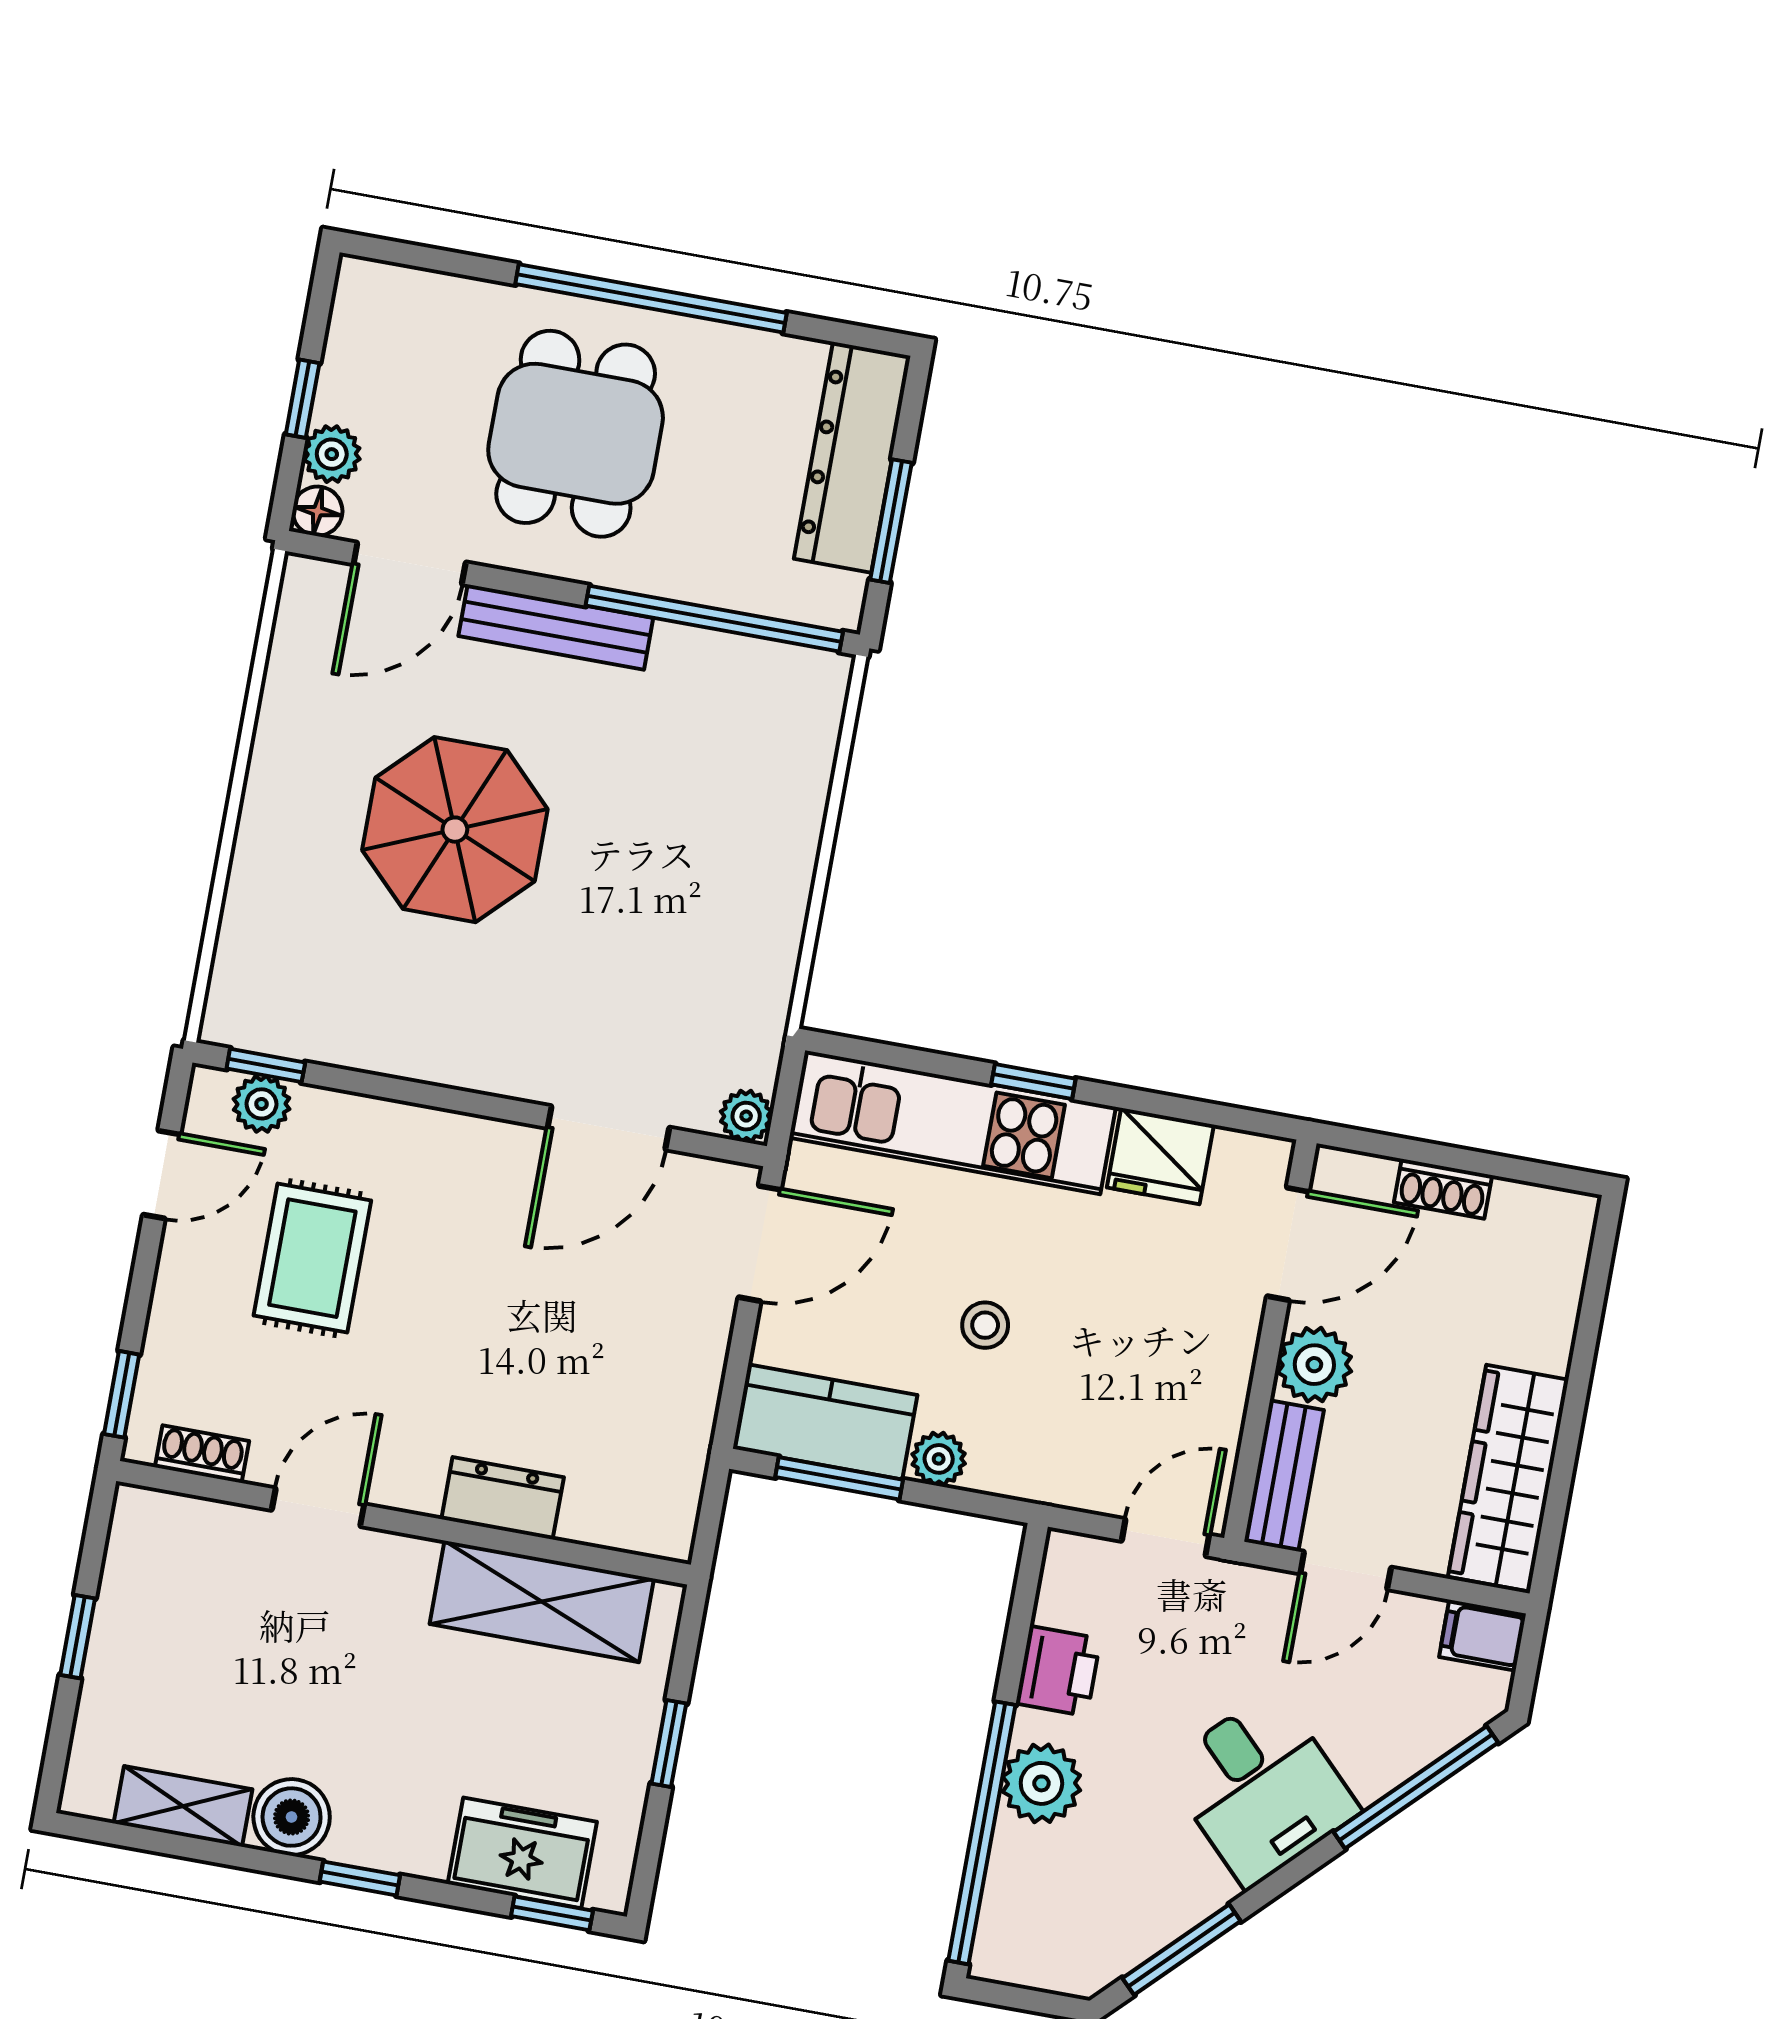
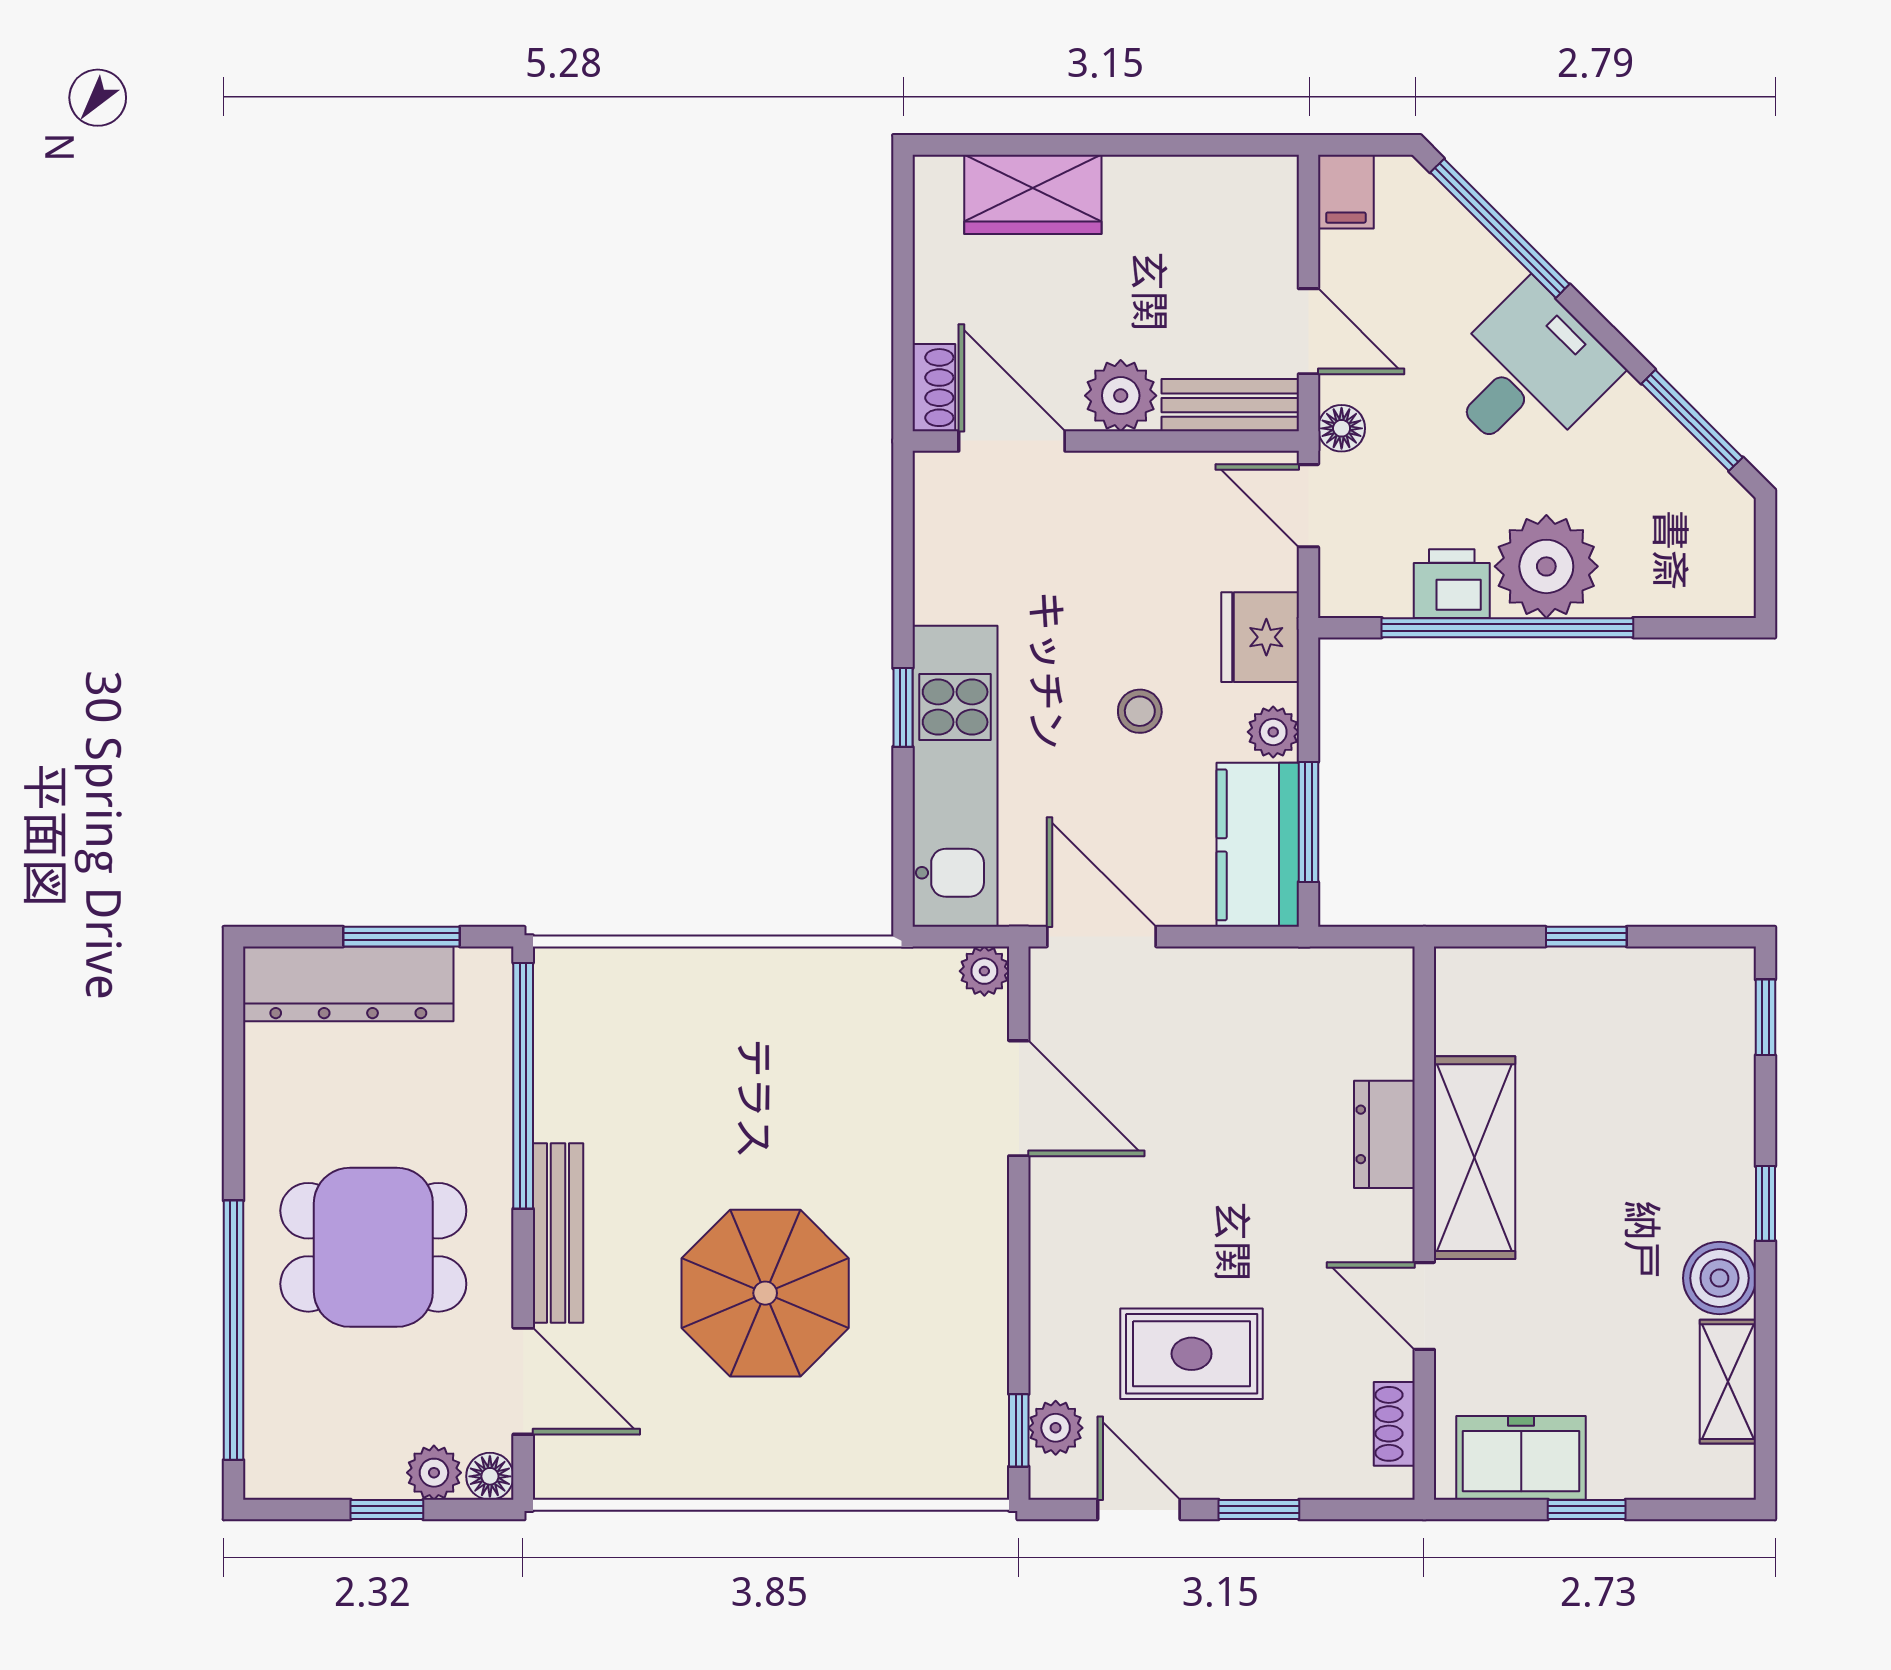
window: (651, 298) -> (233, 1330), moved
fridge: (1160, 1156) -> (1260, 637), moved, turned 180
shoe rack: (1443, 1189) -> (934, 388), moved
window: (122, 1394) -> (1259, 1510), moved
wardrobe: (1508, 1478) -> (1033, 194), moved, width x0.67
floor lamp: (1239, 1586) -> (1342, 428), added
shelving: (542, 1601) -> (1475, 1158), moved
plant: (1041, 1783) -> (1546, 566), width x1.36, depth x1.36
window: (982, 1833) -> (1507, 628), moved
freezer: (522, 1853) -> (1521, 1458), moved, turned 90

